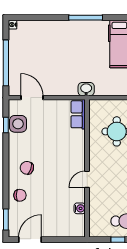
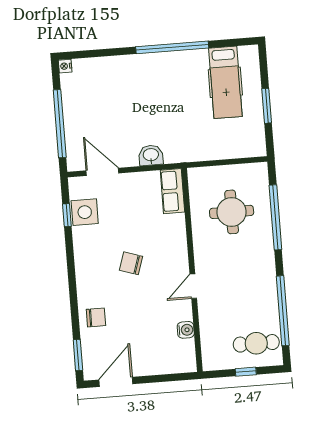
window: (86, 18) -> (172, 47), width x1.46
washbasin: (86, 89) -> (151, 155), moved
chair: (27, 168) -> (131, 263), moved

